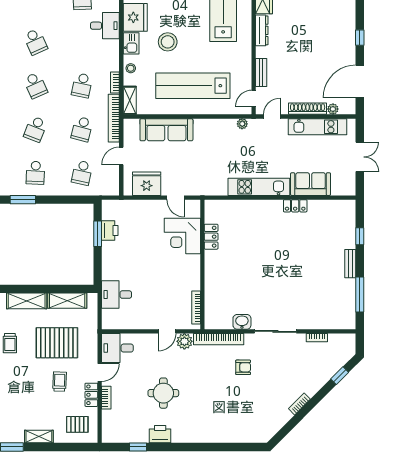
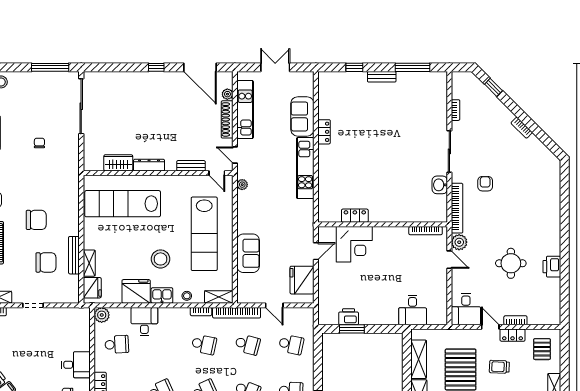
sofa: (166, 130) -> (248, 253), width x0.73
window: (138, 447) -> (565, 289), removed

